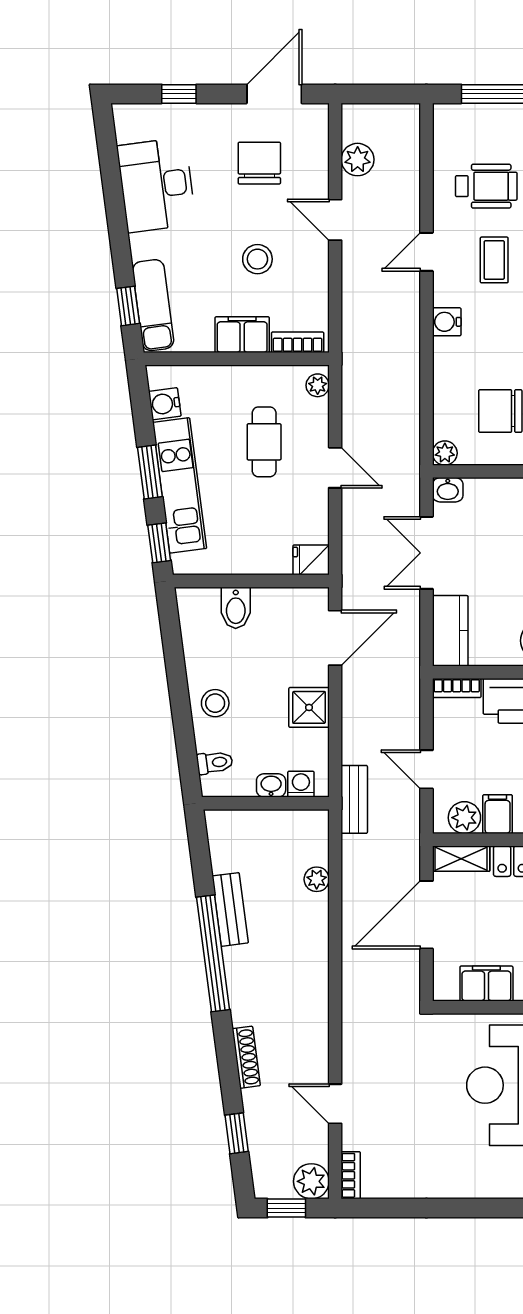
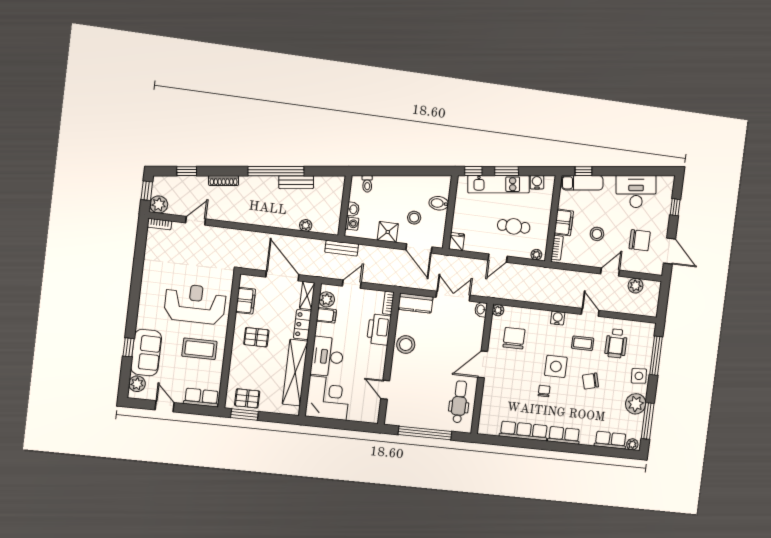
stool: (215, 703) -> (414, 218), moved

